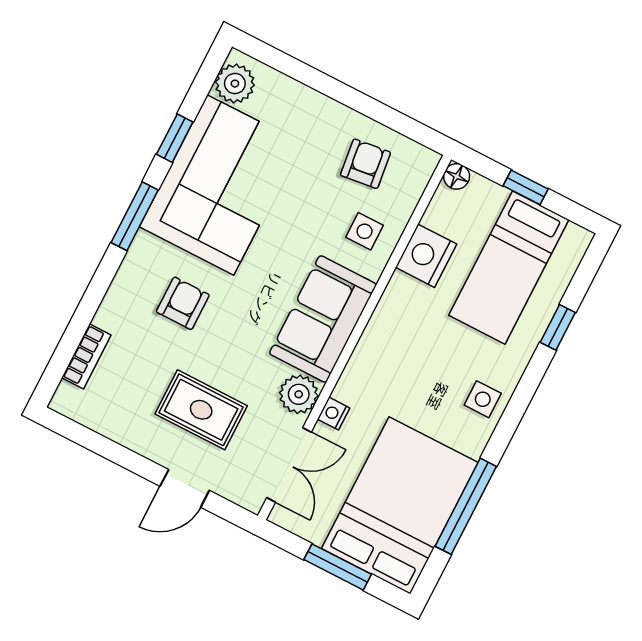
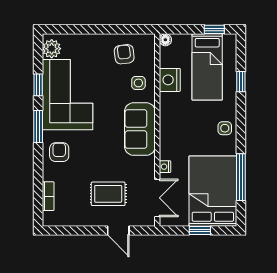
window: (526, 187) -> (214, 29), moved
armchair: (183, 303) -> (59, 152), moved
plant: (299, 394) -> (146, 166), removed
door: (185, 488) -> (118, 231), hinge flipped
window: (338, 567) -> (200, 231), width x0.67

